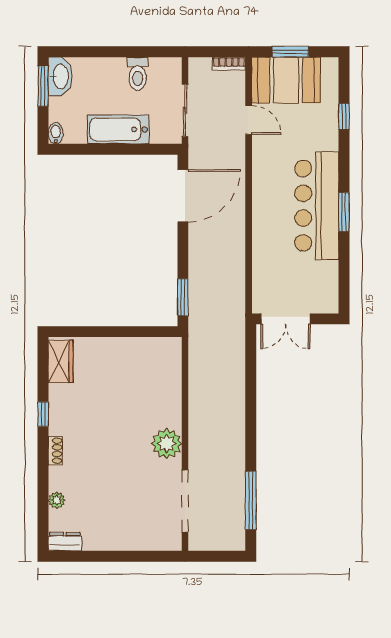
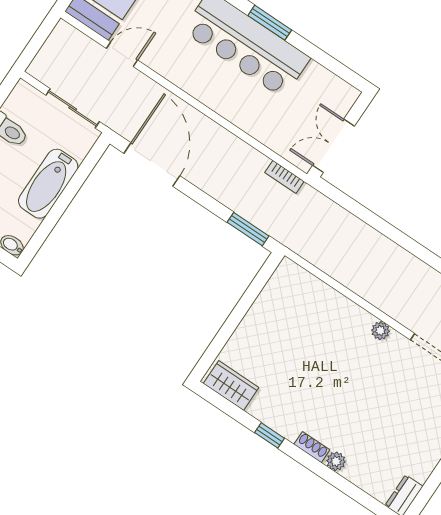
bookcase: (229, 64) -> (284, 177), moved, turned 90
double door: (285, 319) -> (333, 146), swing flipped
plant: (167, 444) -> (380, 331), width x0.53, depth x0.53
plant: (57, 500) -> (336, 461), moved

